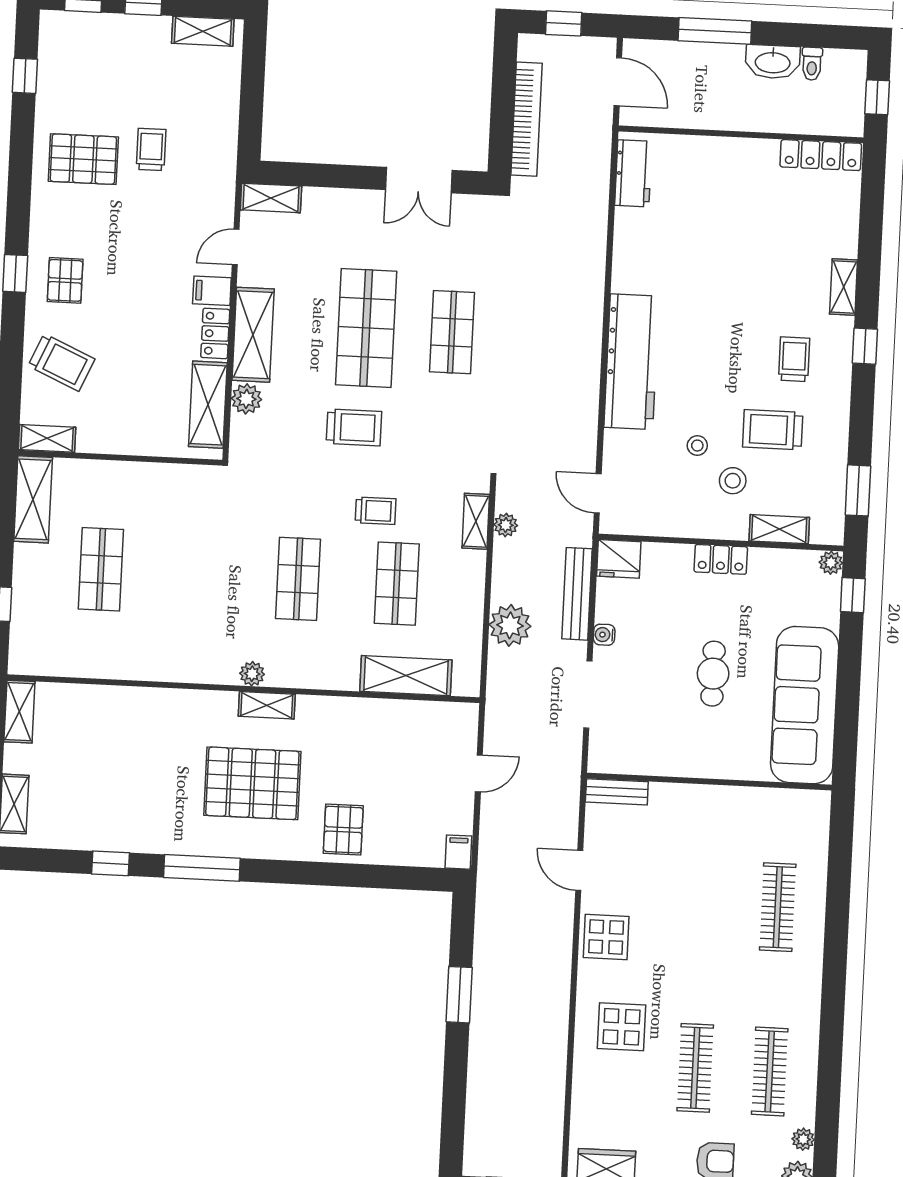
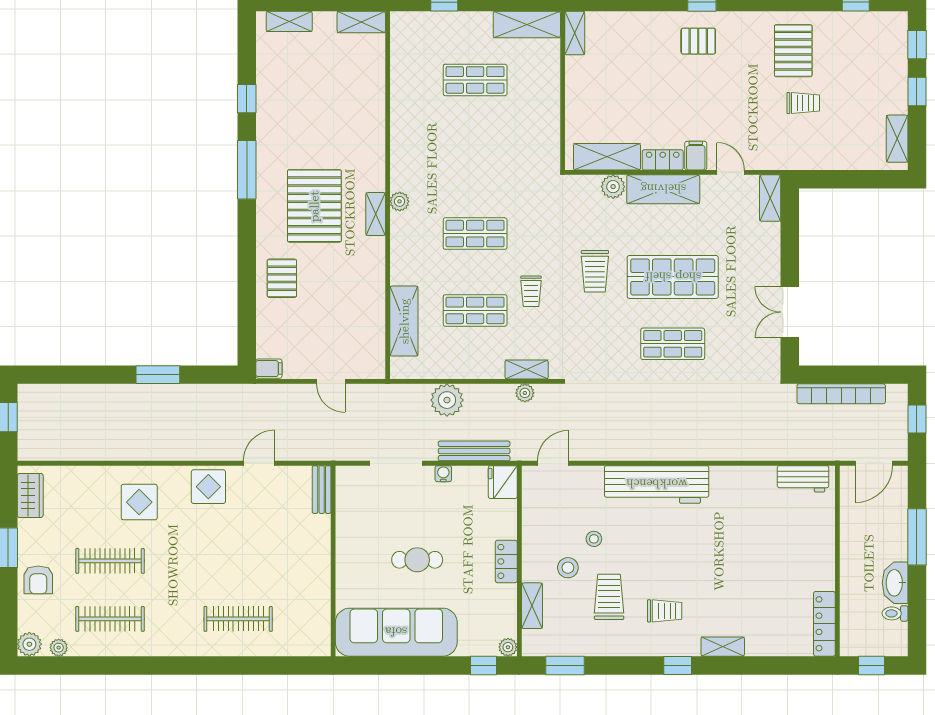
trolley: (61, 362) -> (634, 41), removed
pallet: (343, 830) -> (282, 278), turned 90

